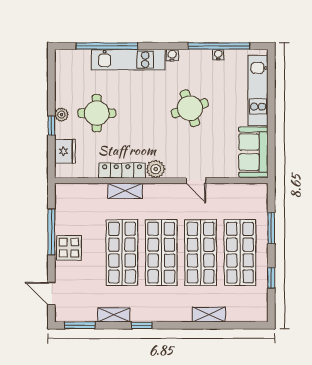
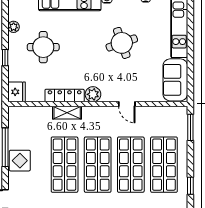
plant: (61, 115) -> (14, 27), moved
fridge: (65, 151) -> (17, 92), moved
window: (271, 228) -> (190, 127), moved

